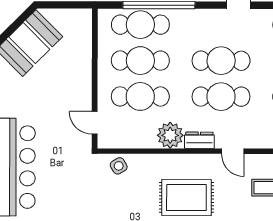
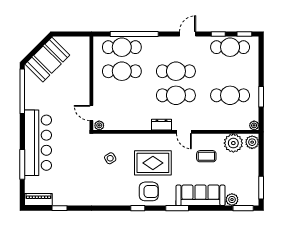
cafe table: (140, 96) -> (122, 95), removed
plant: (170, 135) -> (99, 125), moved, width x0.53, depth x0.53
side table: (119, 166) -> (110, 158), moved

